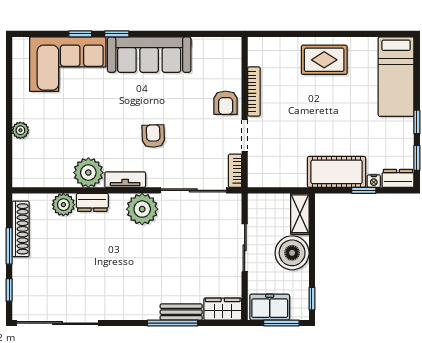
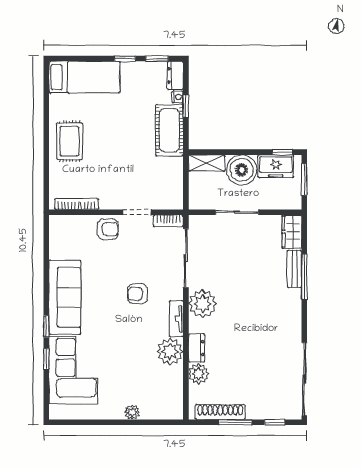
bookcase: (254, 91) -> (77, 204), moved
freezer: (270, 307) -> (276, 166), moved, turned -90

